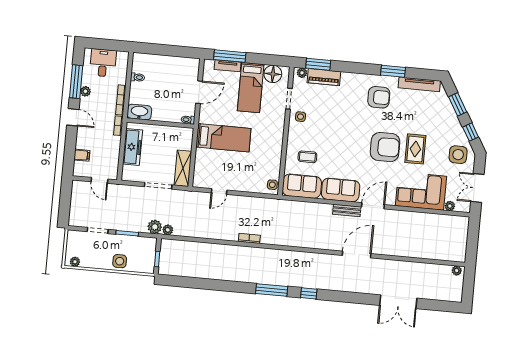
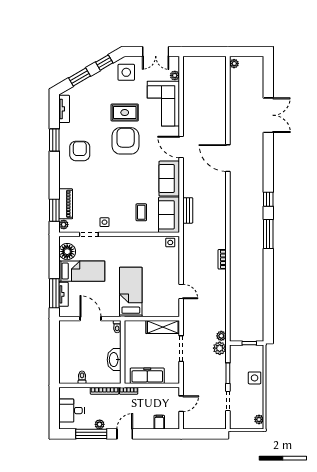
tv unit: (419, 84) -> (64, 109), width x0.71
washbasin: (139, 112) -> (114, 360), moved
bench: (347, 210) -> (188, 210), moved

